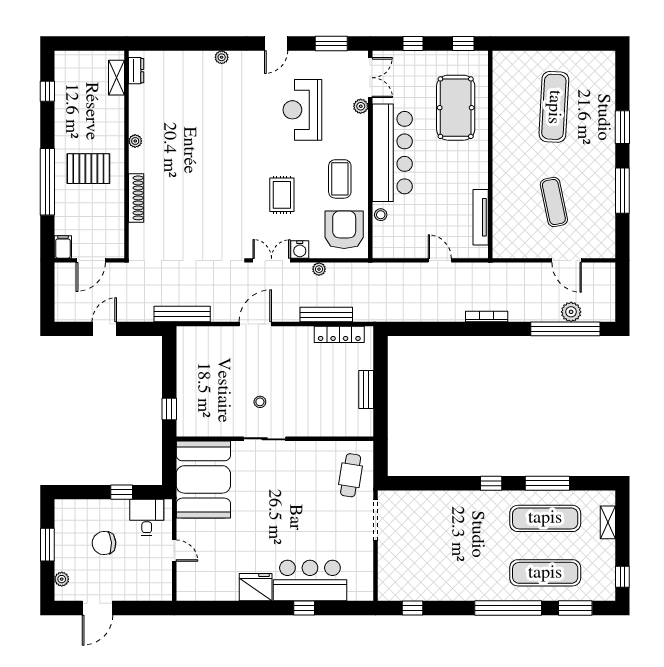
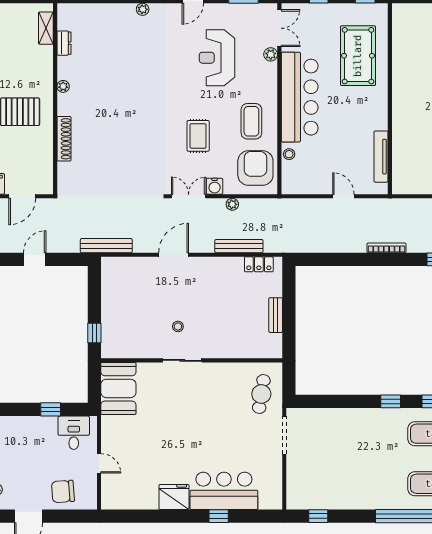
dresser: (136, 71) -> (64, 43), moved
locker: (339, 334) -> (259, 264), width x0.66
booth: (203, 479) -> (118, 388), width x0.73, depth x0.70
chair: (104, 543) -> (63, 491), moved

